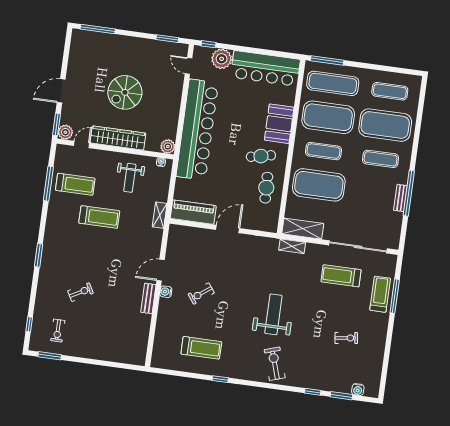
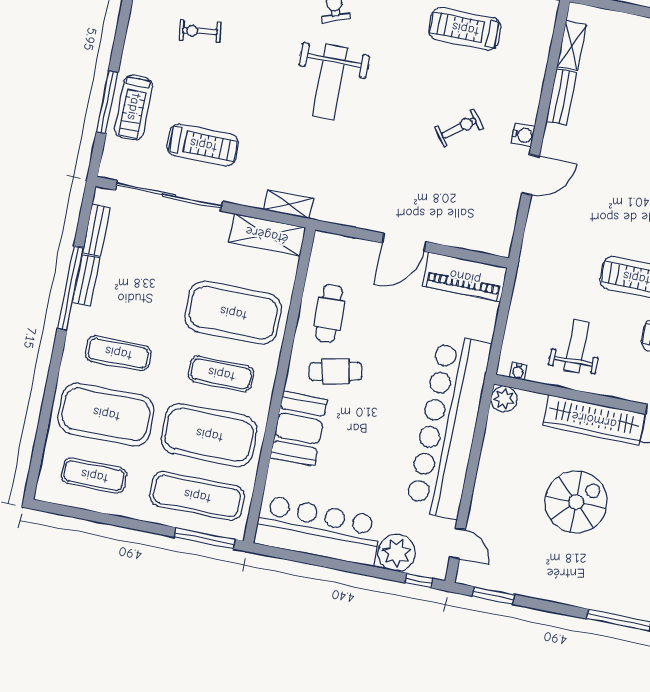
shelving: (160, 215) -> (572, 45), moved
bench: (397, 226) -> (96, 230), added
bench: (148, 298) -> (561, 97), moved

